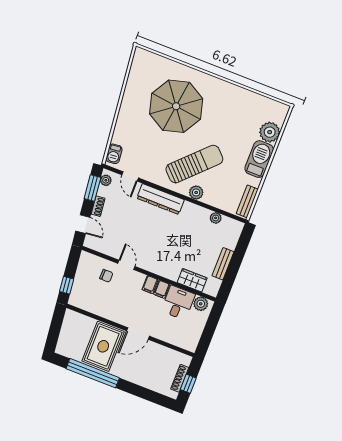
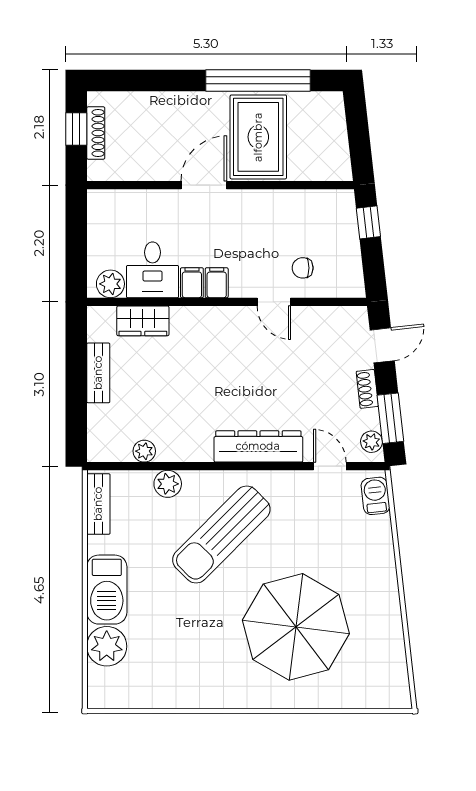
plant: (196, 192) -> (168, 484), moved
door: (83, 224) -> (382, 345), swing flipped

